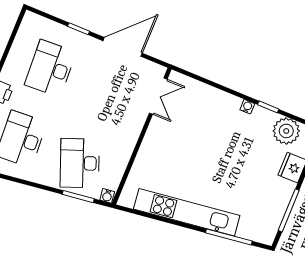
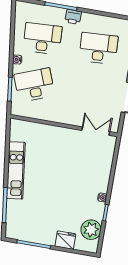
double door: (158, 96) -> (96, 131), swing flipped
water cooler: (107, 196) -> (17, 60), moved
kitchen unit: (187, 212) -> (16, 170), width x0.73

